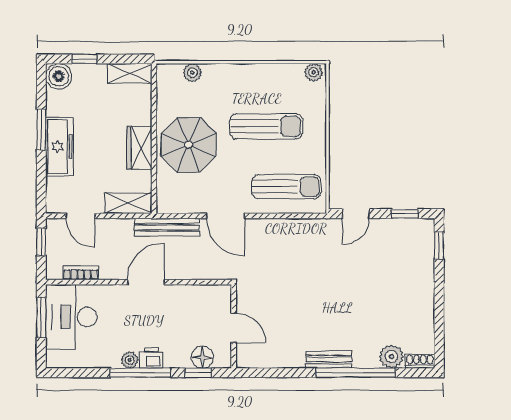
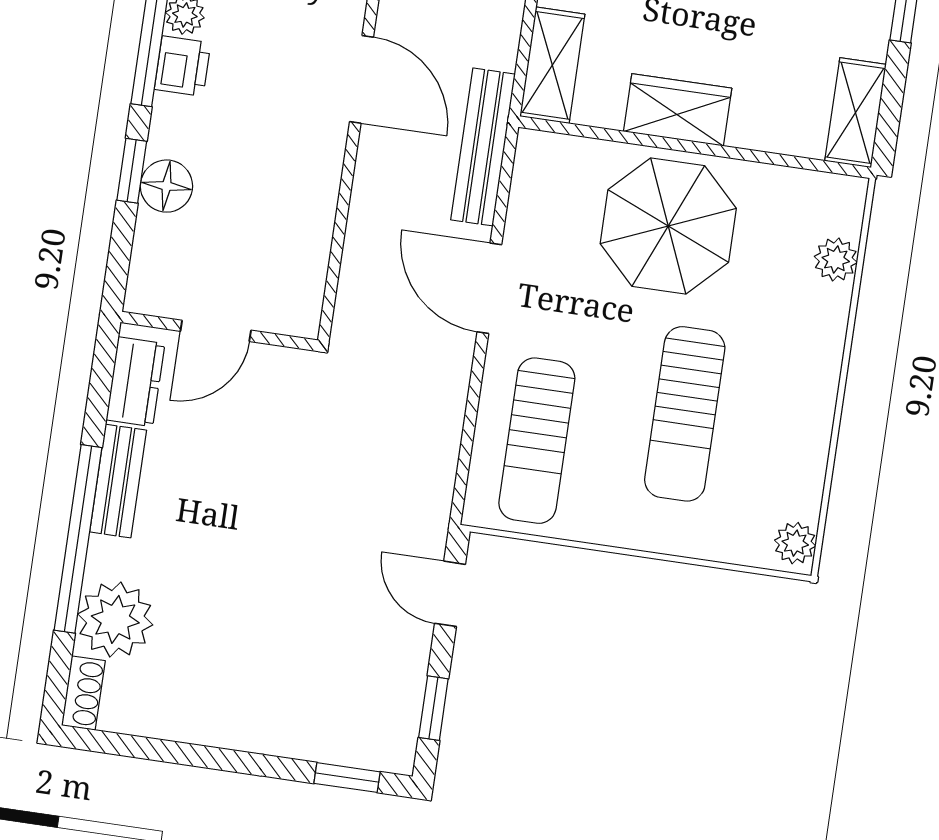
door: (226, 216) -> (489, 288), hinge flipped
wall: (234, 326) -> (219, 331), moved
door: (234, 328) -> (216, 331), moved
plant: (391, 357) -> (115, 619), width x1.36, depth x1.36
dresser: (286, 358) -> (135, 382), added

